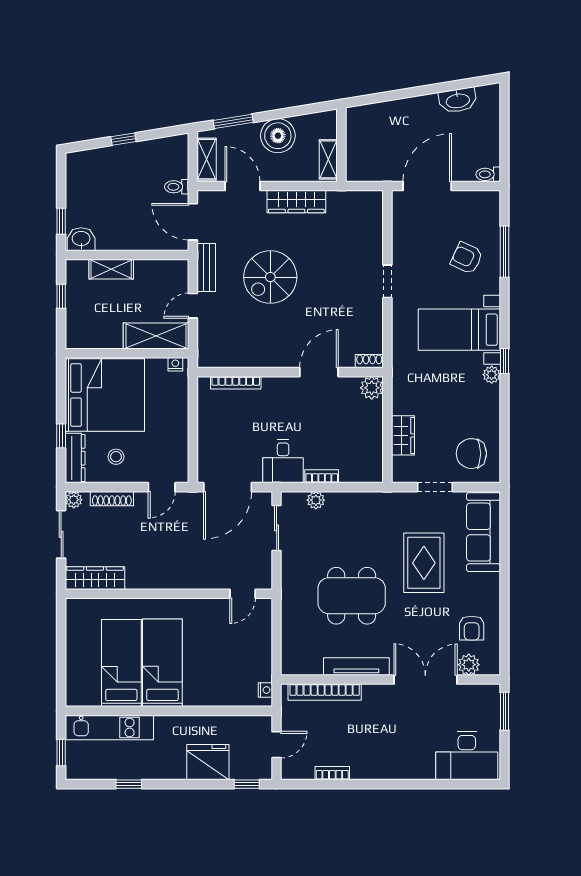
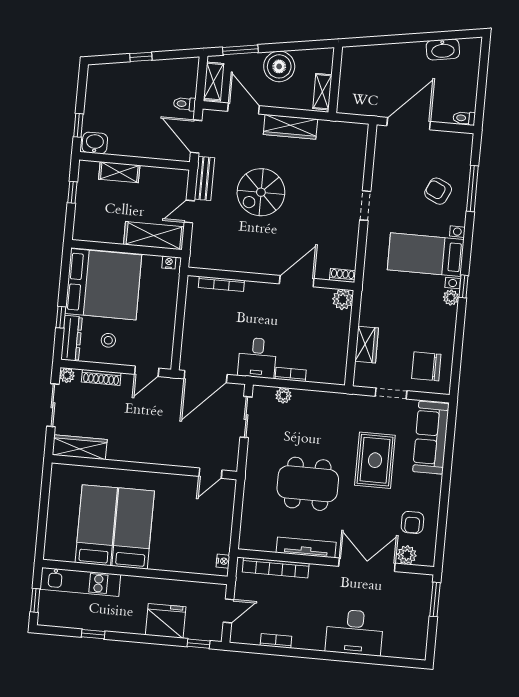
desk: (467, 756) -> (354, 632), moved

